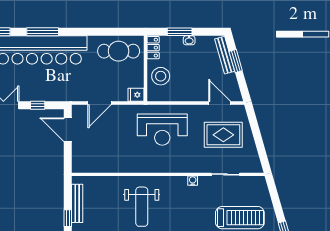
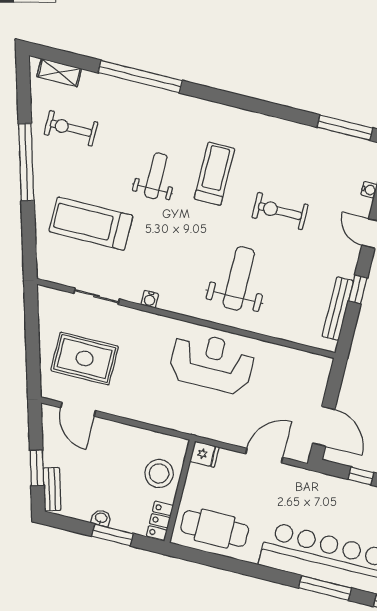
bench: (225, 55) -> (52, 489), width x0.73
reception desk: (162, 130) -> (212, 363), moved

